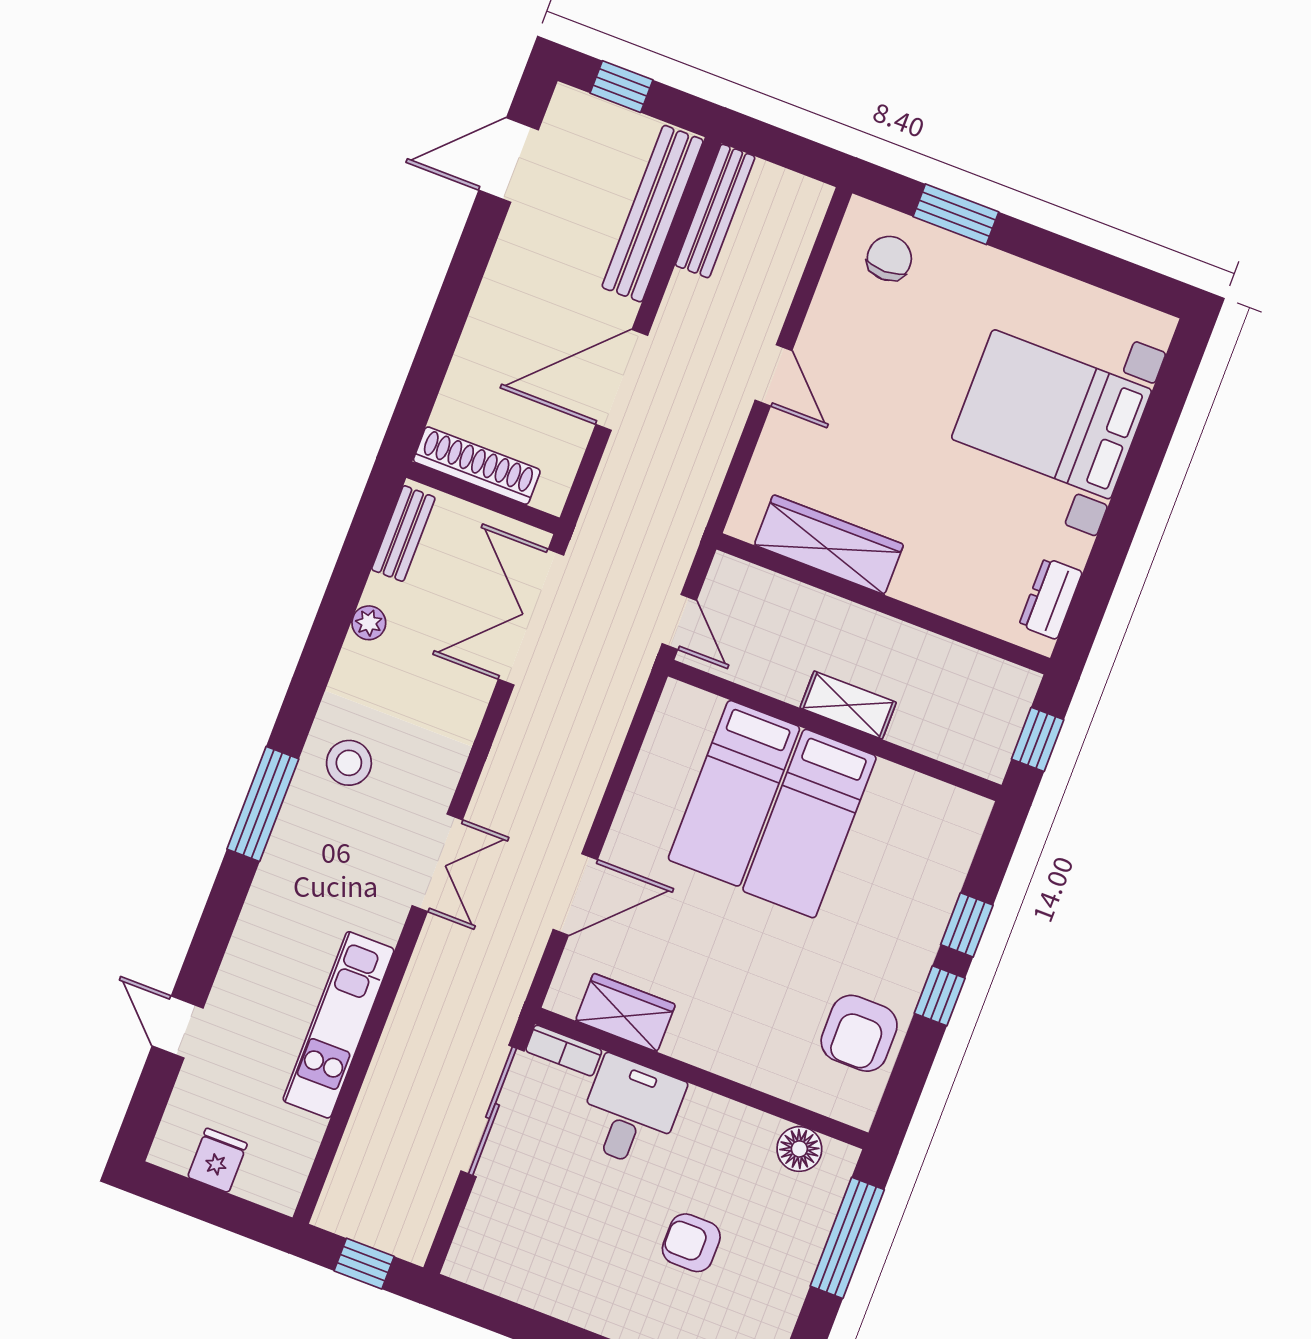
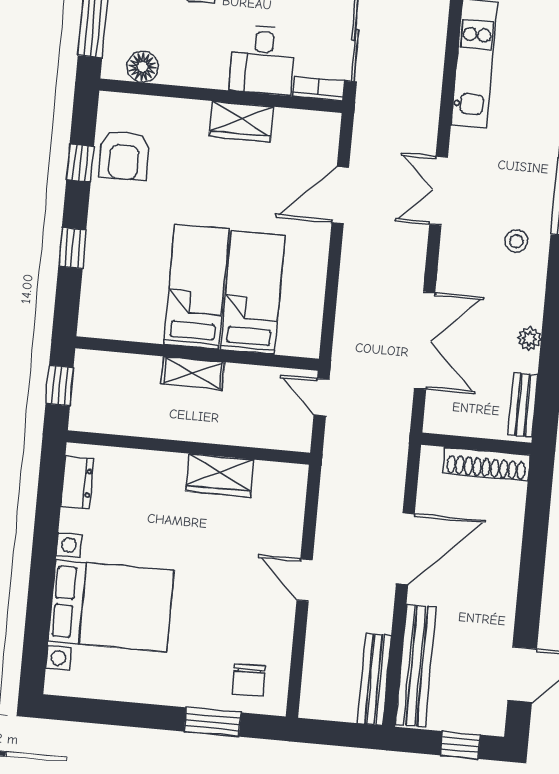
wardrobe: (829, 545) -> (220, 475), width x0.67
double door: (531, 617) -> (425, 340), moved
stool: (349, 763) -> (516, 241), width x0.73, depth x0.73
window: (940, 996) -> (80, 163), moved
wardrobe: (625, 1012) -> (241, 122), moved
armchair: (859, 1033) -> (124, 155), turned 180

